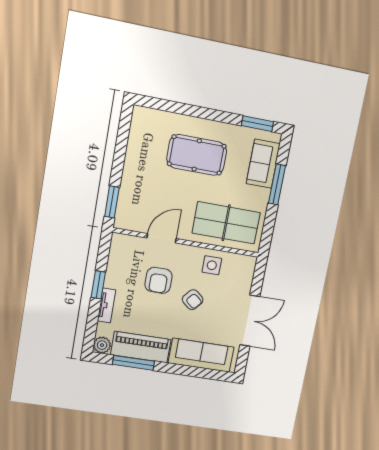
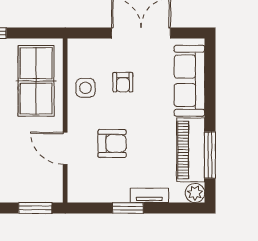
armchair: (193, 300) -> (123, 82), moved, turned 140

